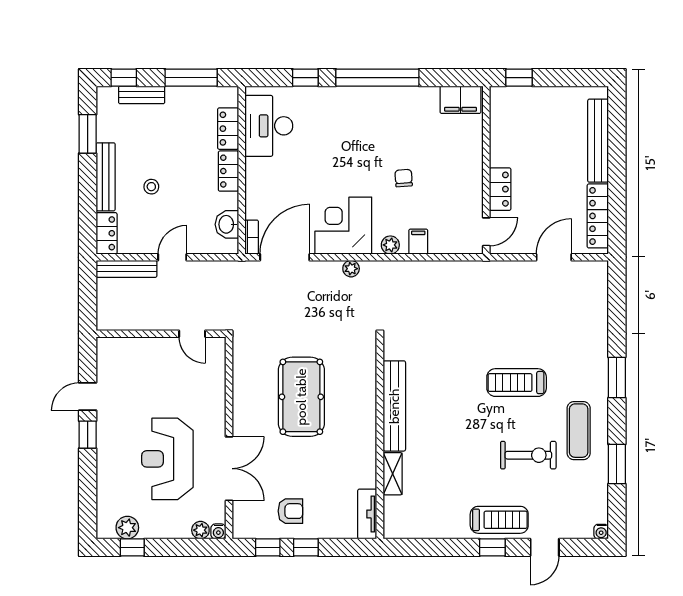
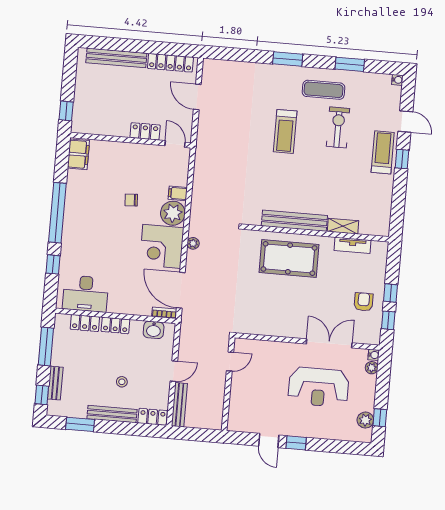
plant: (390, 245) -> (173, 213), width x1.88, depth x1.88
door: (172, 257) -> (174, 371), swing flipped
pool table: (301, 397) -> (289, 258), moved
tv unit: (367, 514) -> (352, 245), moved

